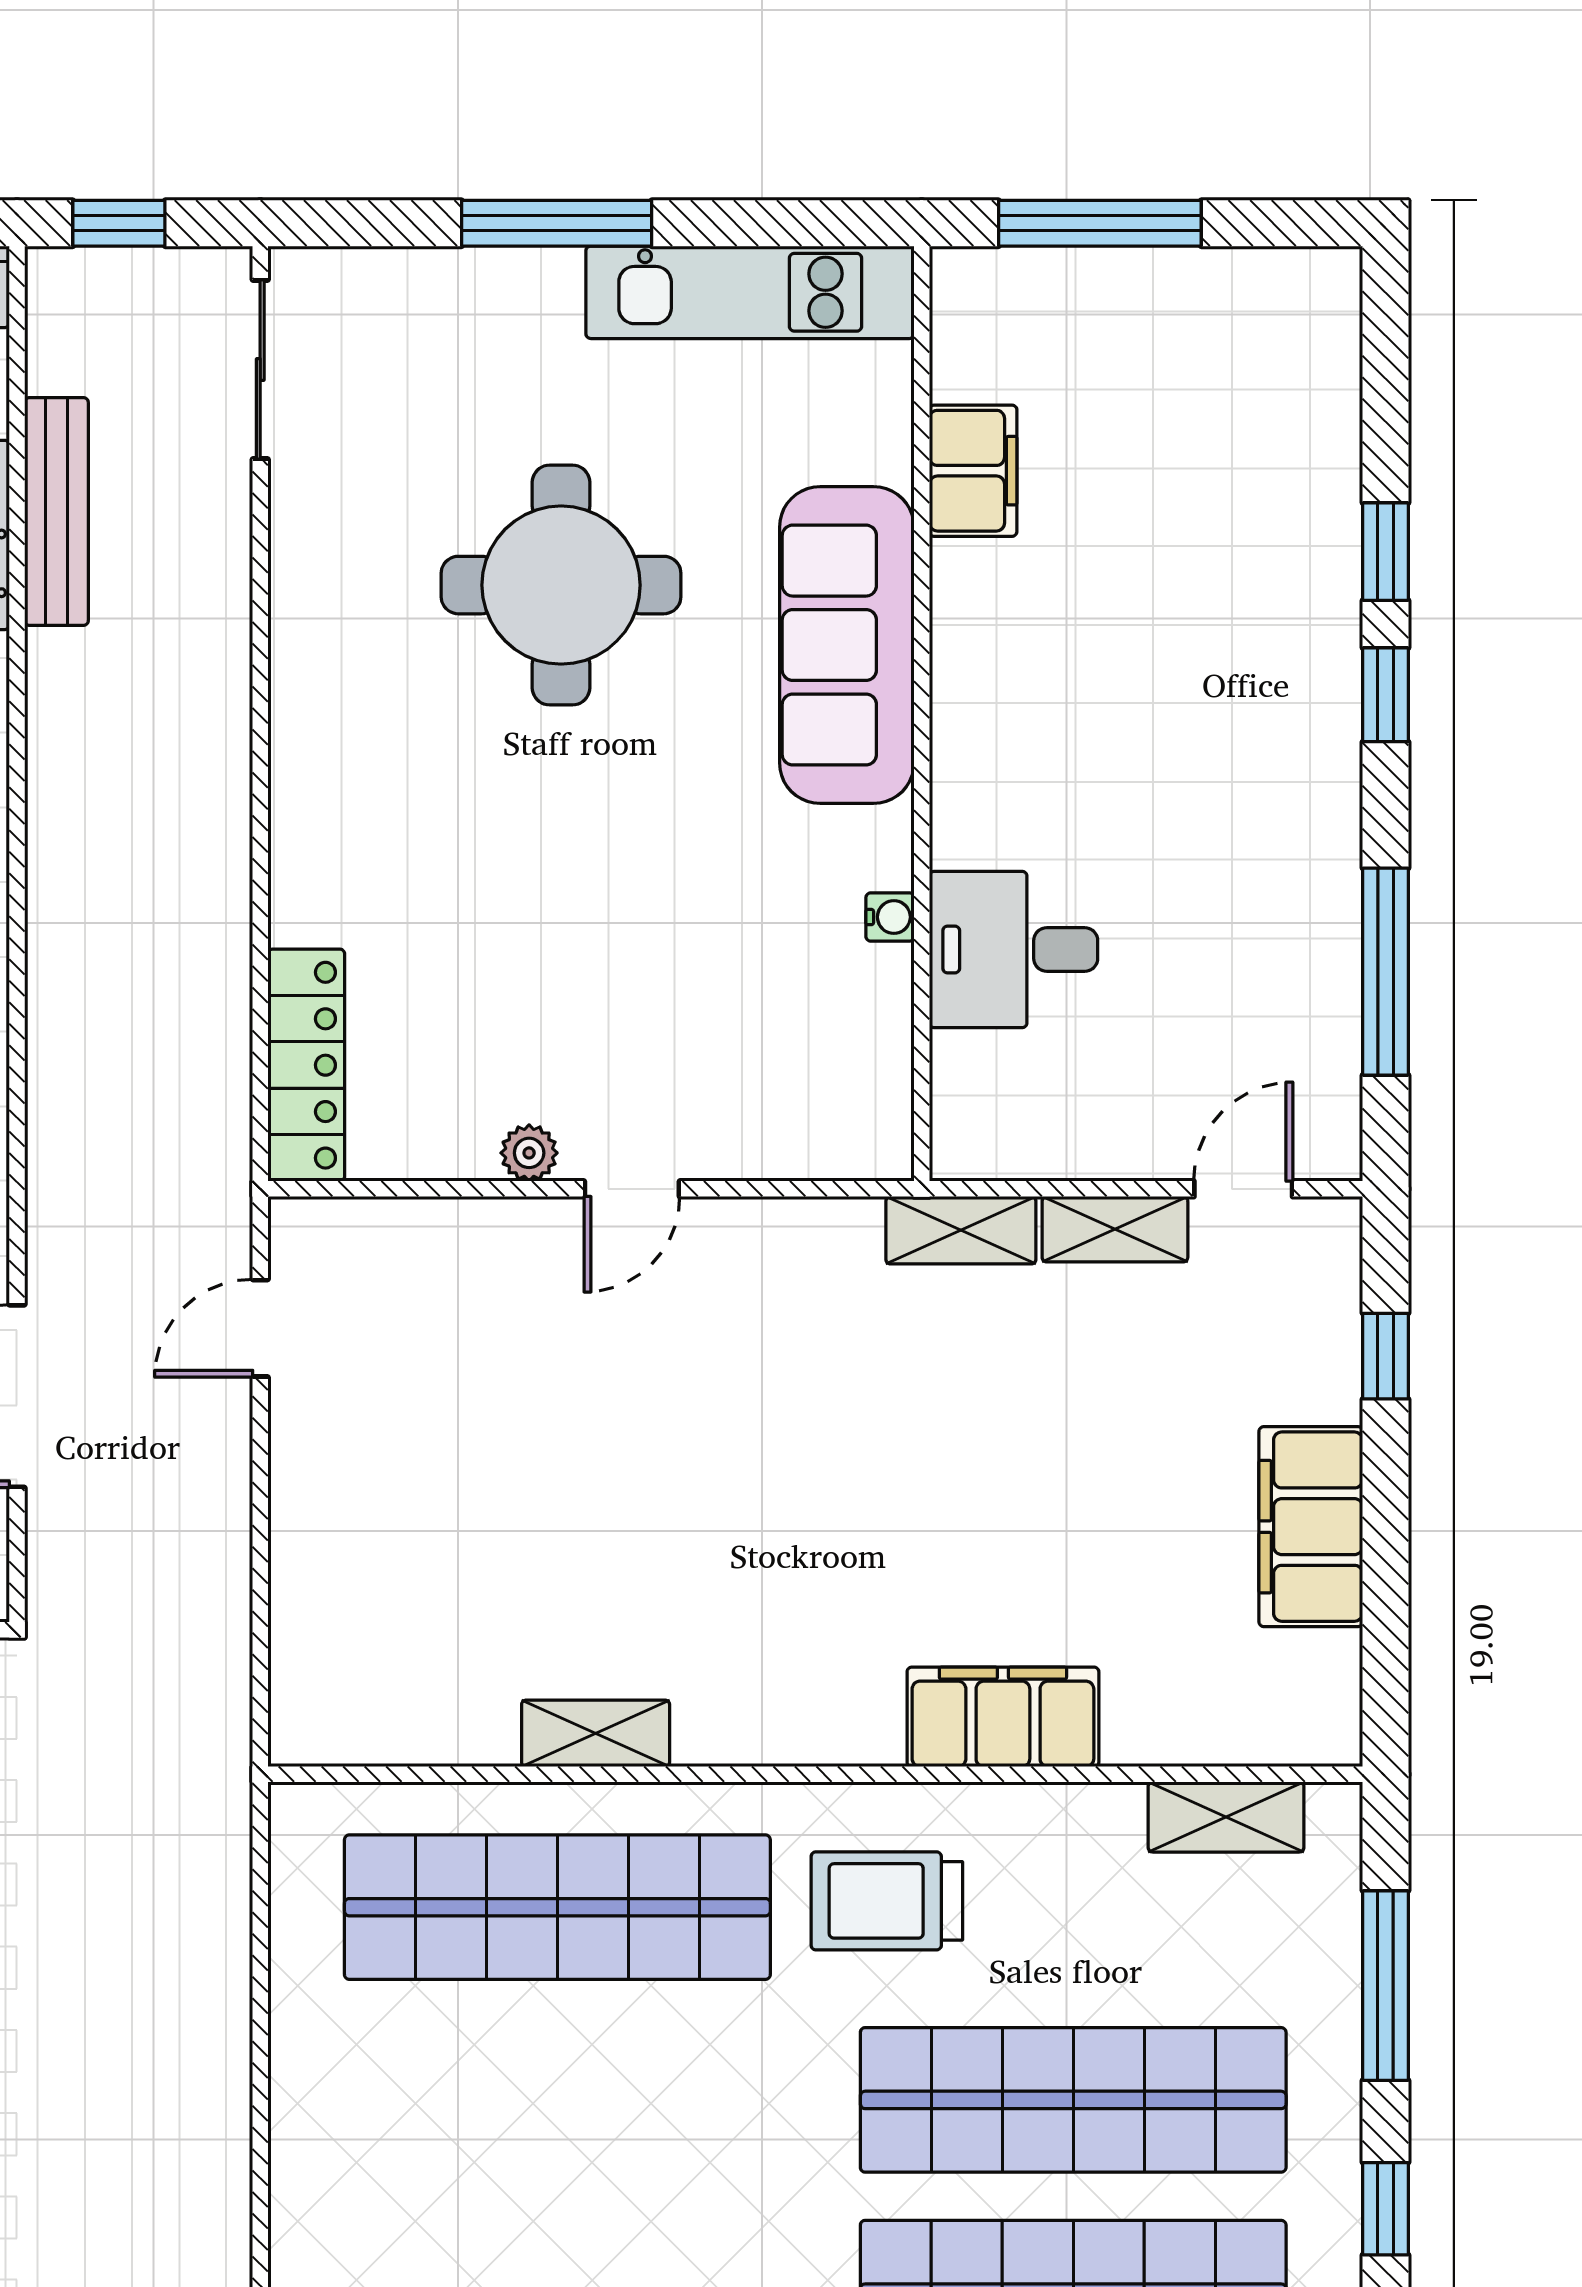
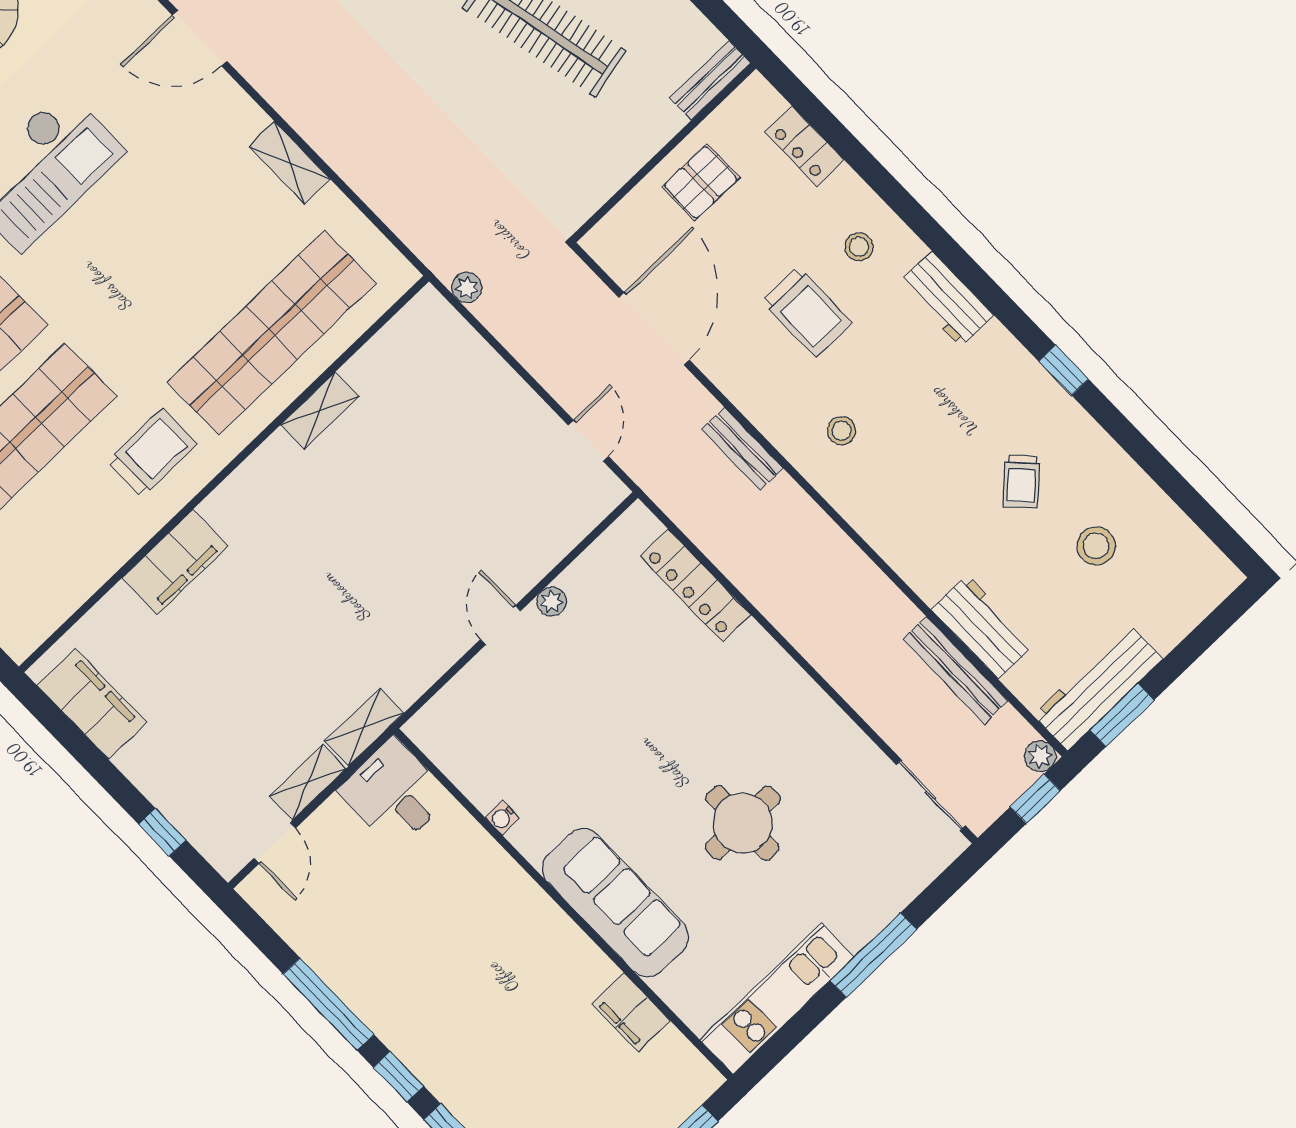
plant: (55, 276) -> (1040, 756), added
round table: (561, 585) -> (743, 823), width x0.73, depth x0.73
desk: (1014, 949) -> (394, 793), moved, turned -90
window: (1386, 972) -> (329, 1004), moved
locker: (306, 1065) -> (695, 585), moved
bench: (56, 1109) -> (742, 449), added
filing cabinet: (1311, 1527) -> (92, 704), moved
plant: (224, 1707) -> (467, 288), added
shelving: (1226, 1817) -> (290, 163), moved, turned 90

